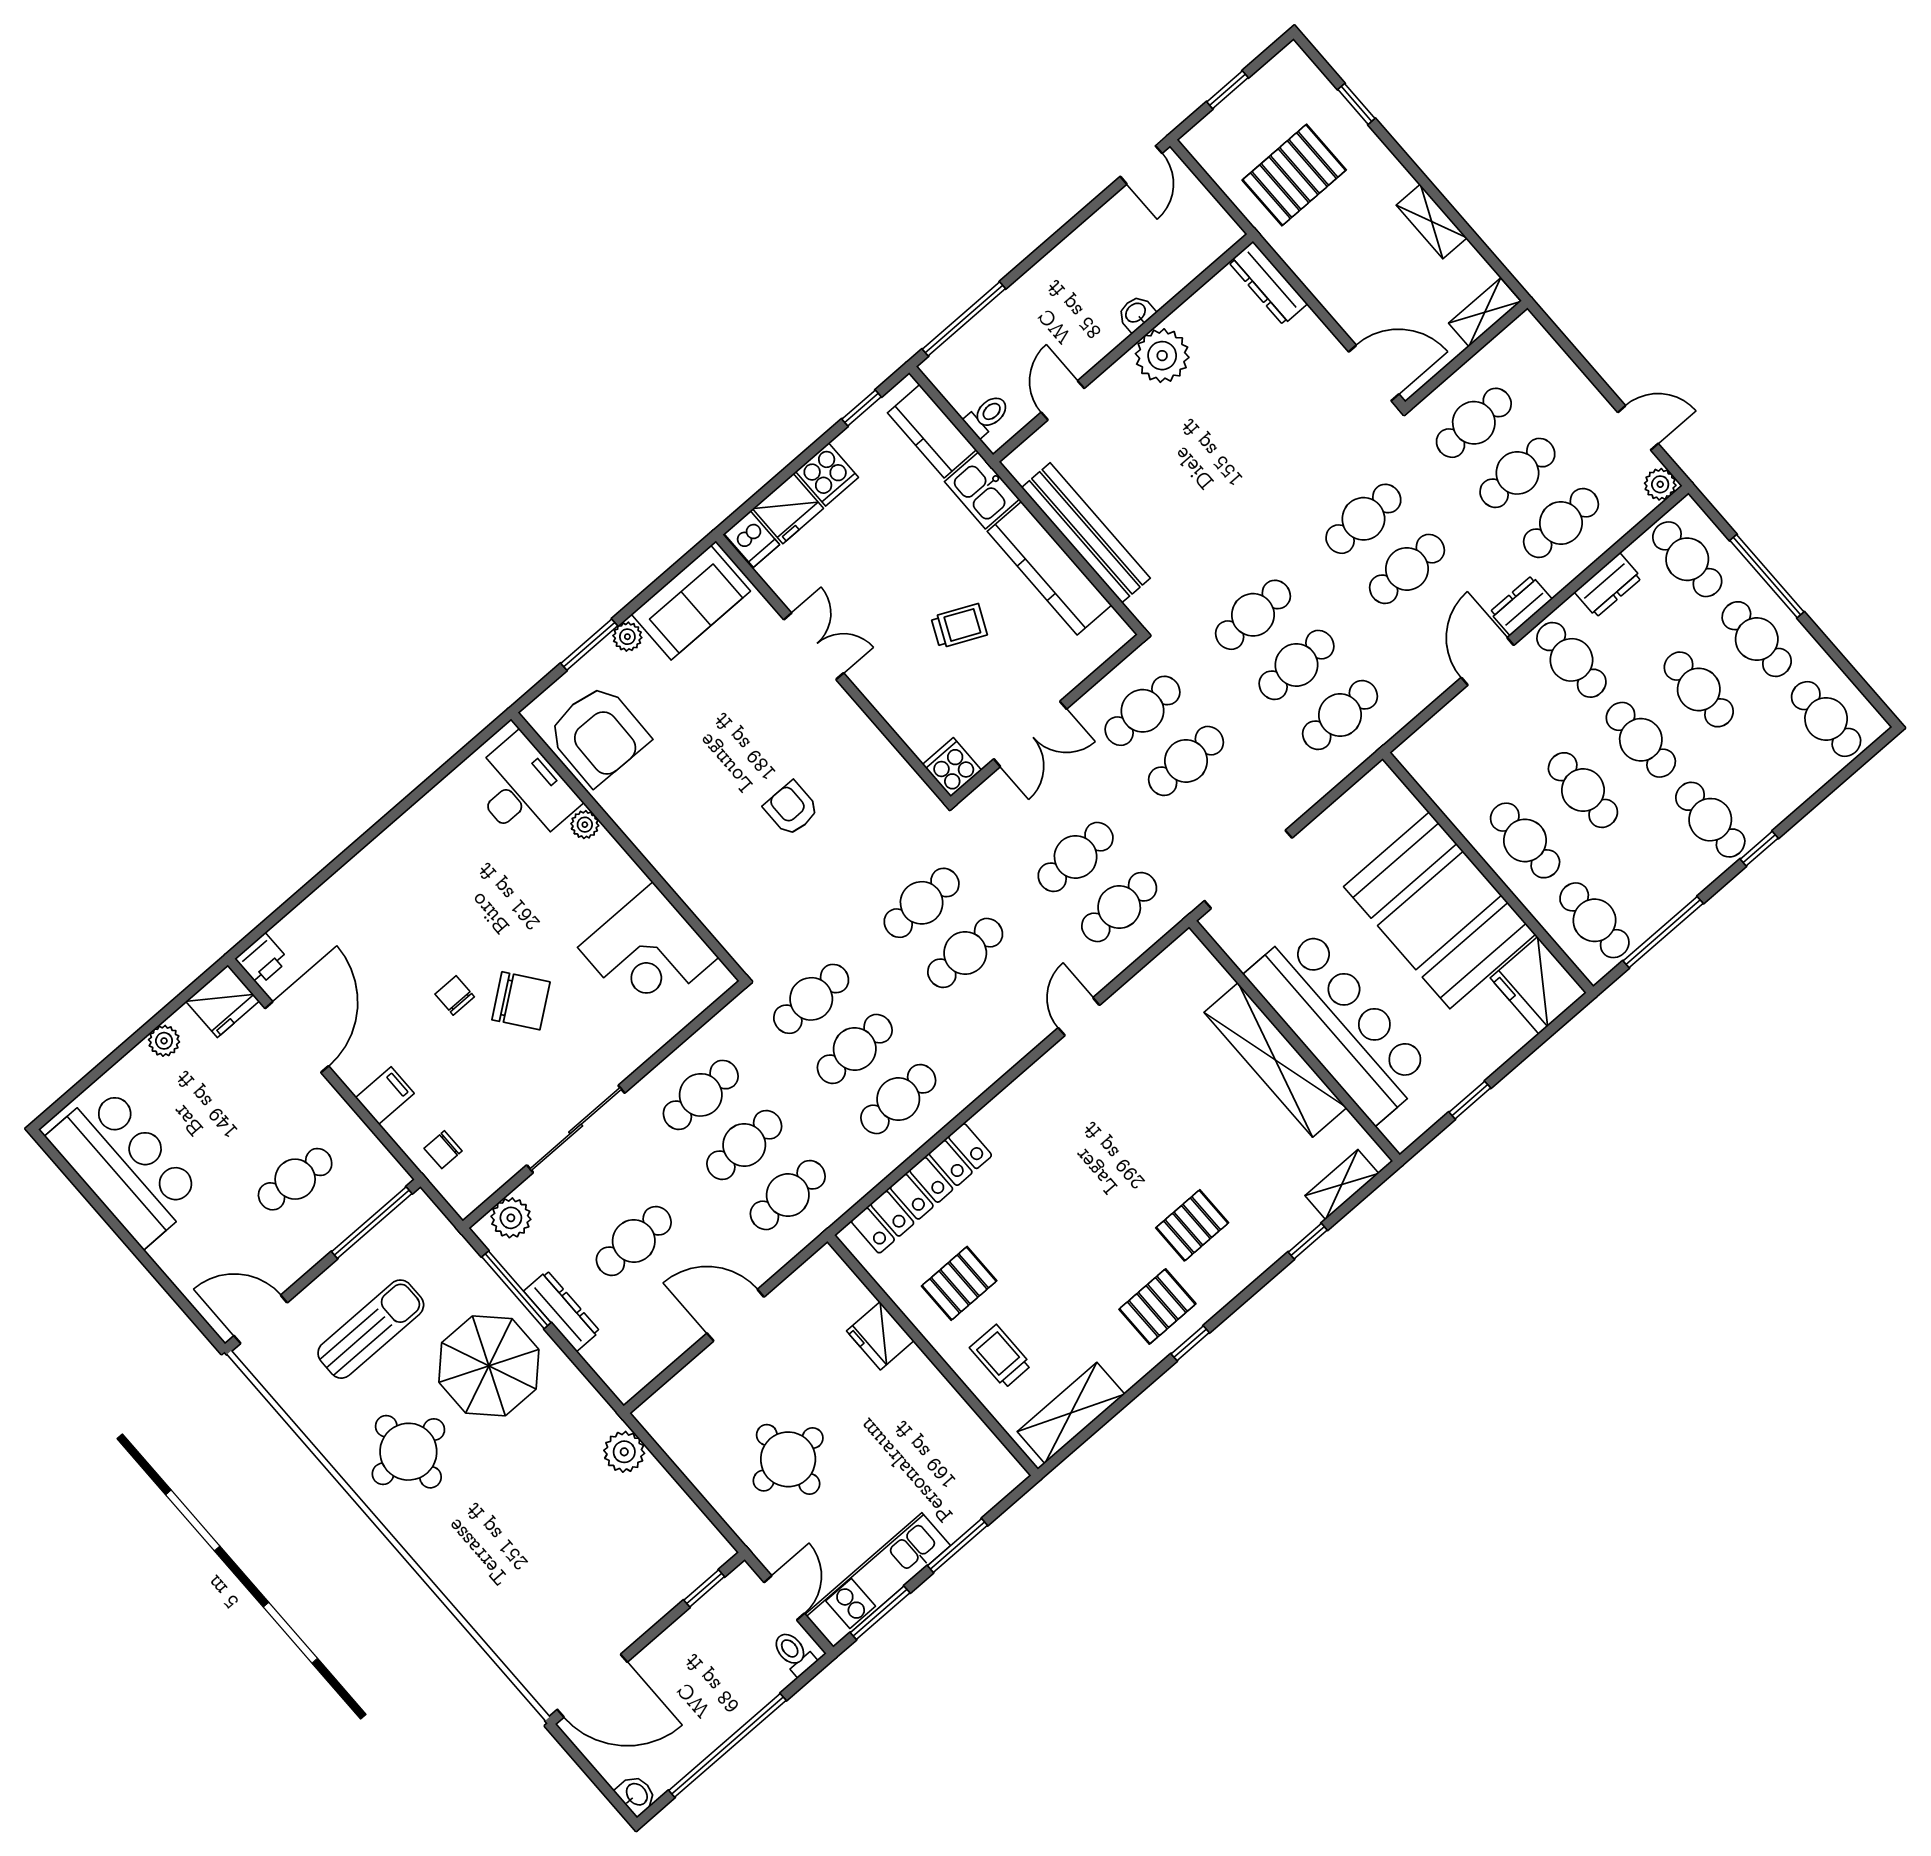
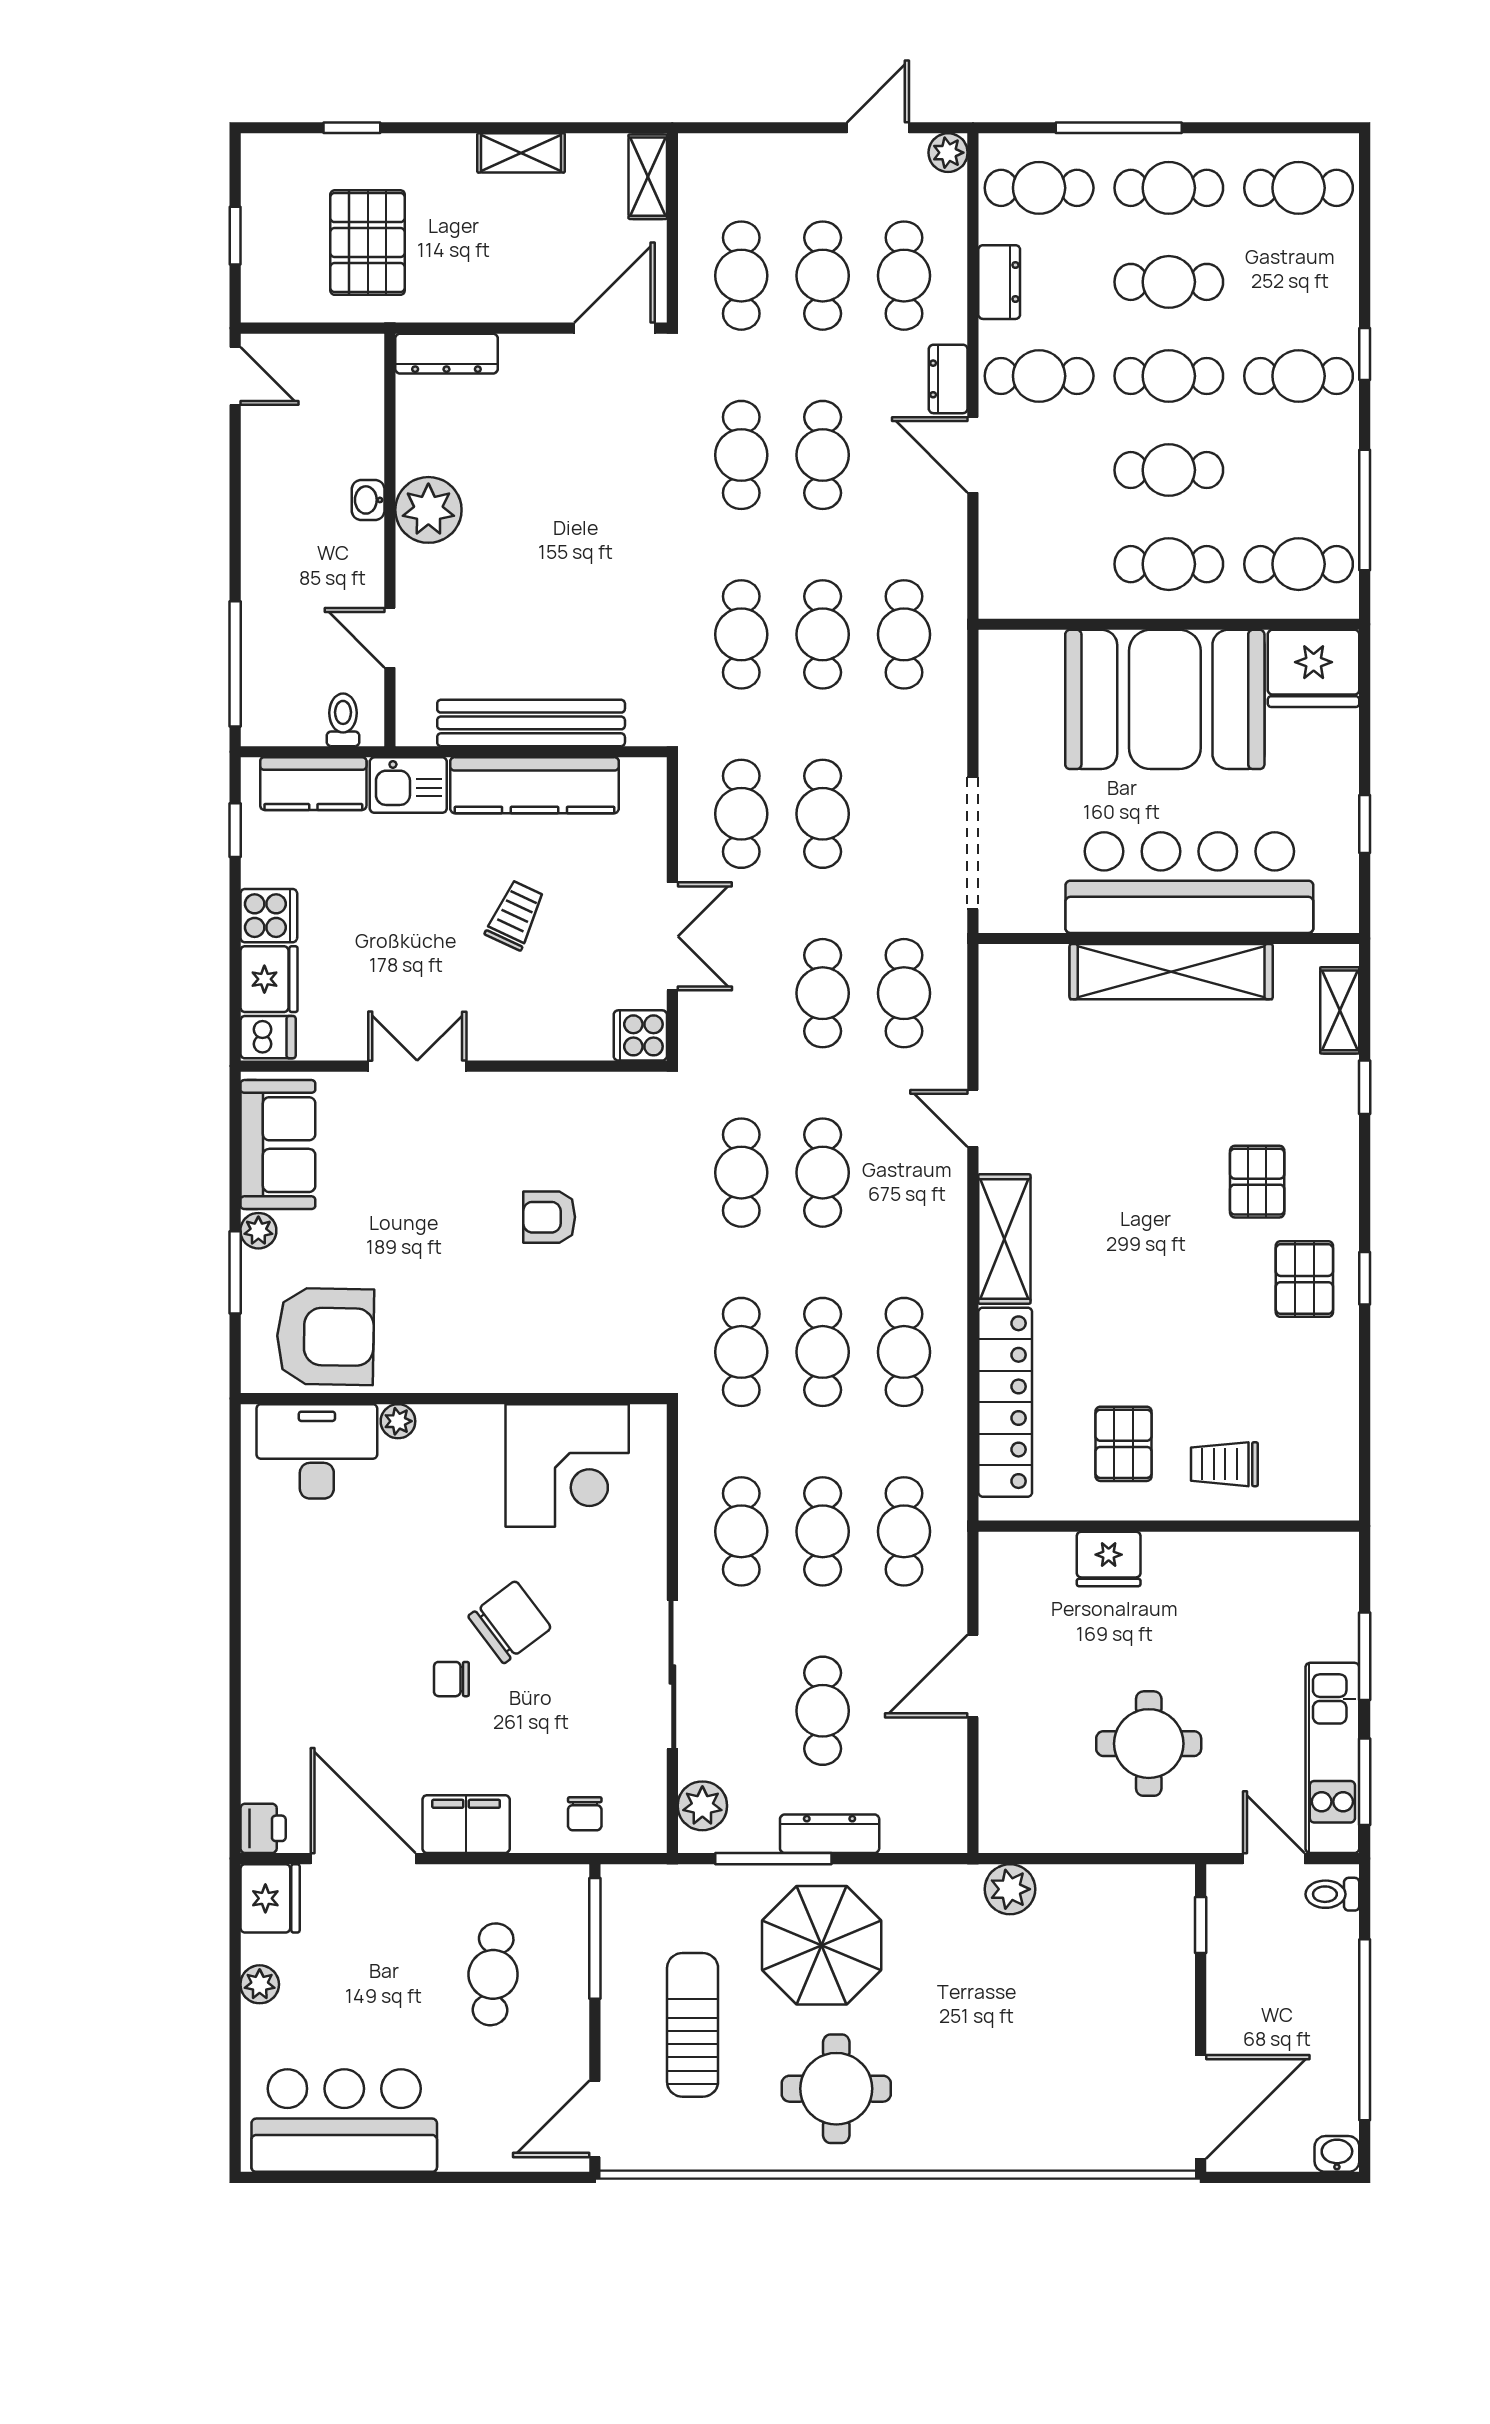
filing cabinet: (385, 1096) -> (466, 1824), width x2.00
shelving: (1071, 1413) -> (1004, 1239), moved

